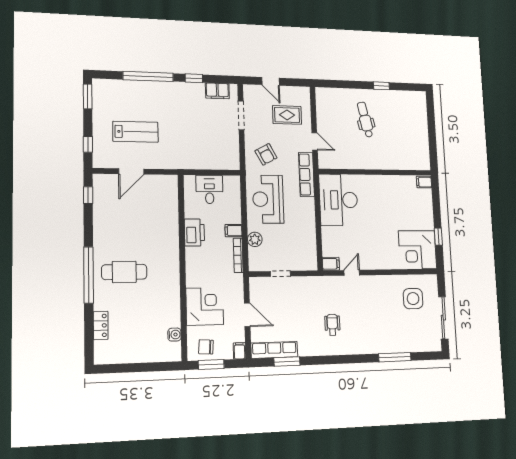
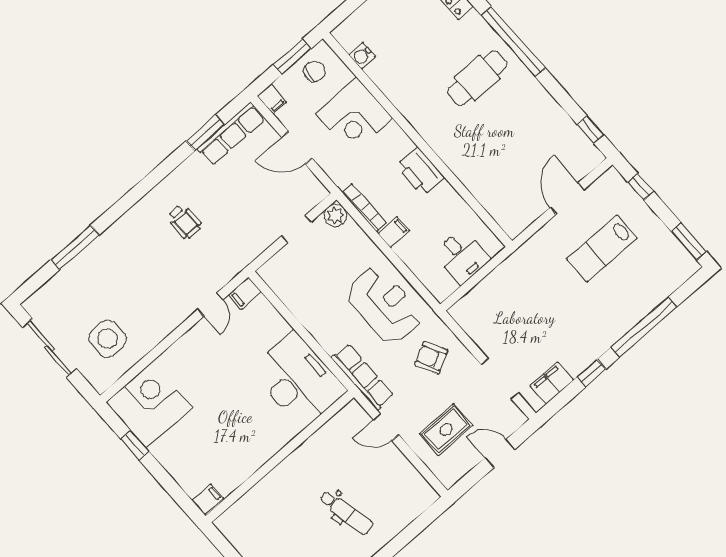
printer: (194, 233) -> (420, 172), moved
plant: (255, 239) -> (335, 215), moved

